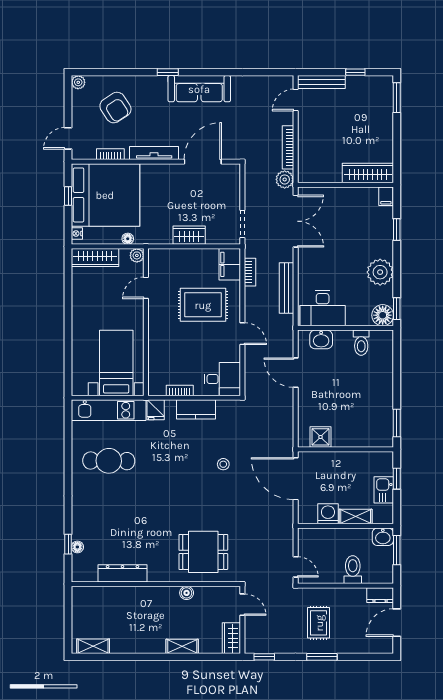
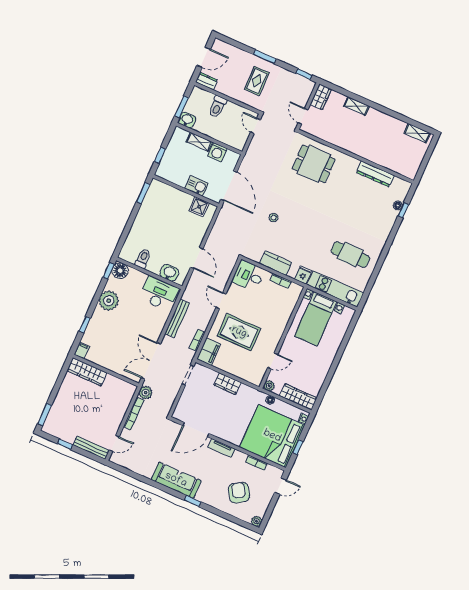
tv unit: (154, 153) -> (222, 448), width x0.71
kitchen sink: (384, 490) -> (196, 186), moved, turned -90
boiler: (187, 593) -> (337, 141), removed

